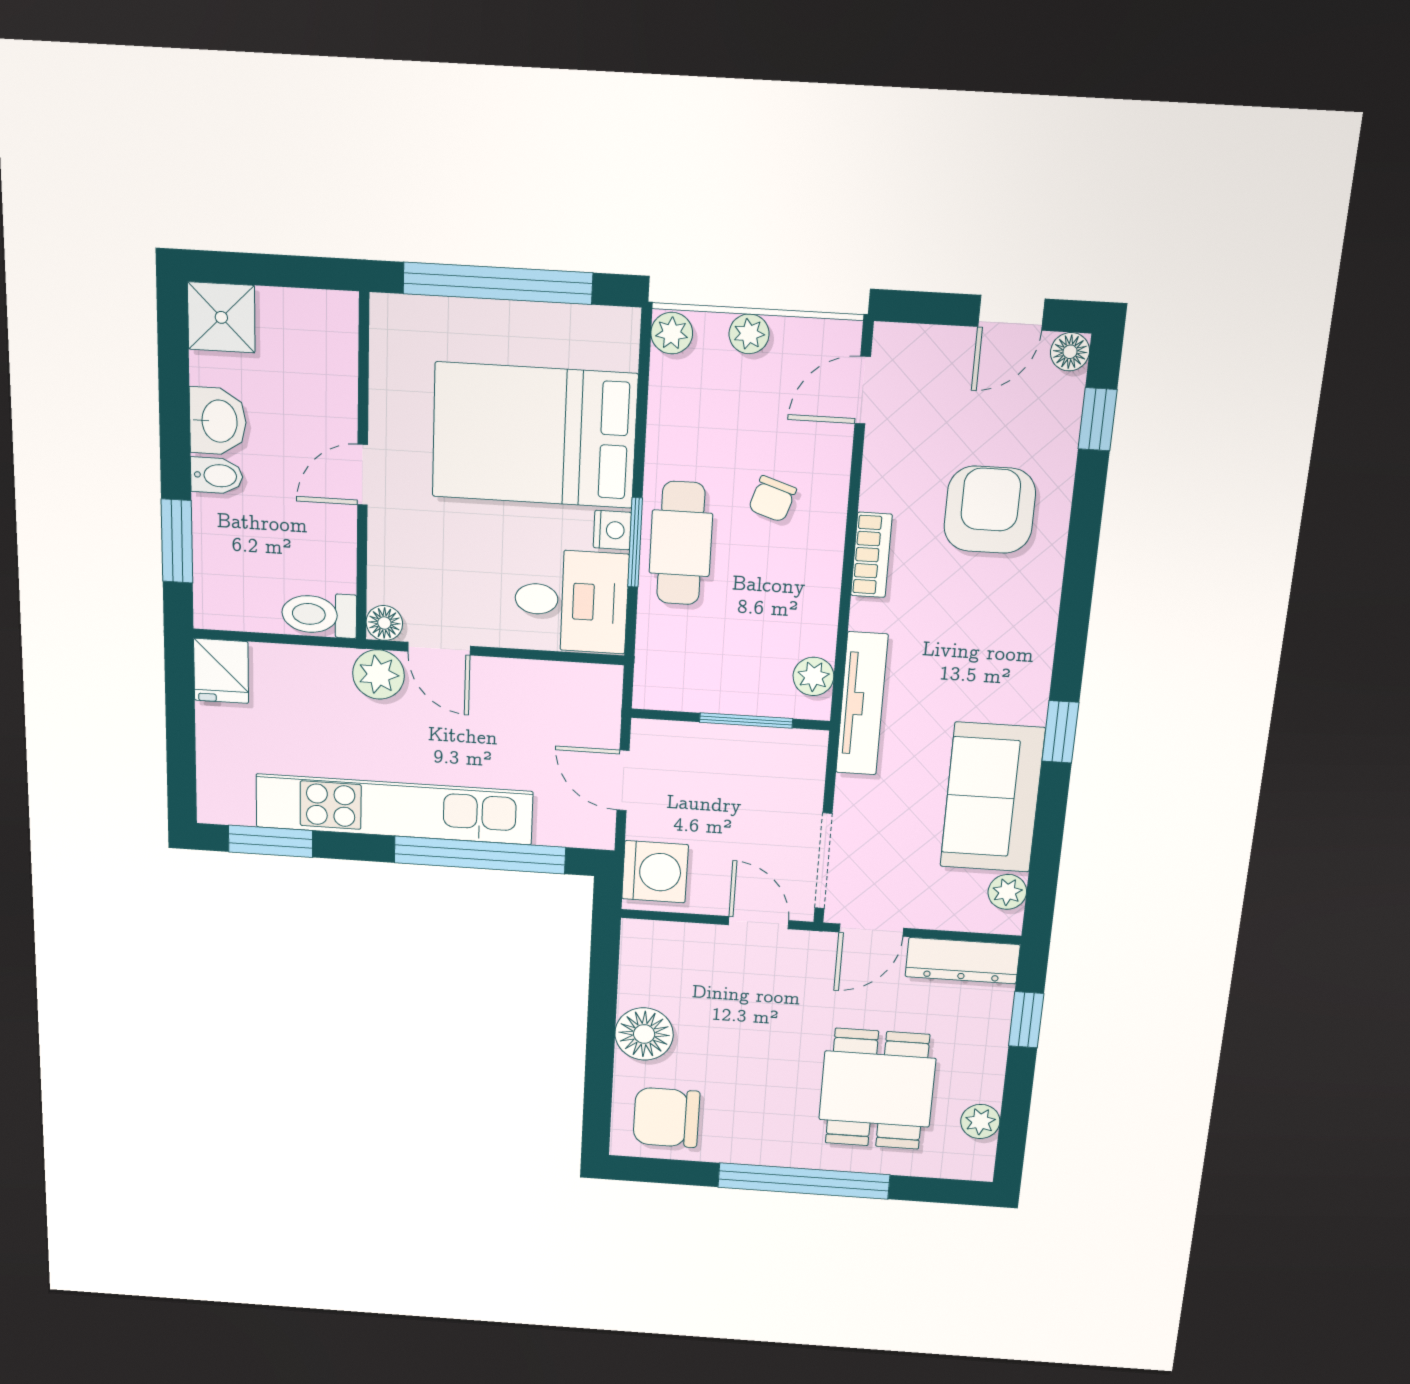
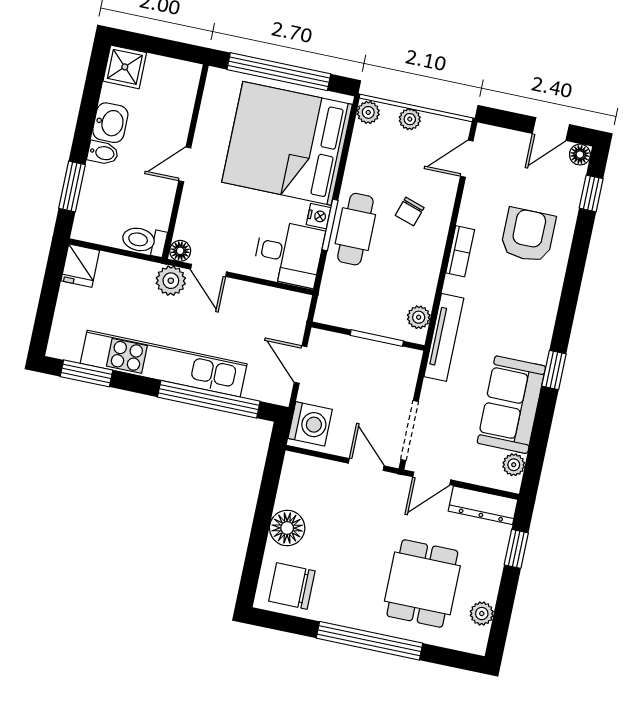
bed: (534, 435) -> (287, 143), width x1.36

